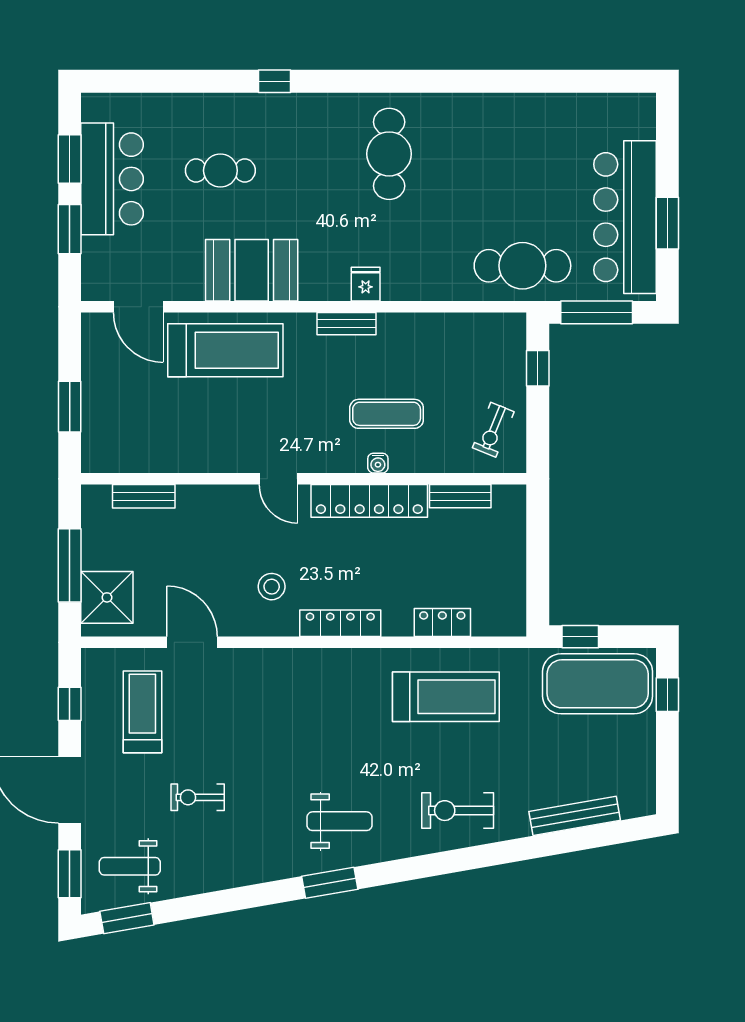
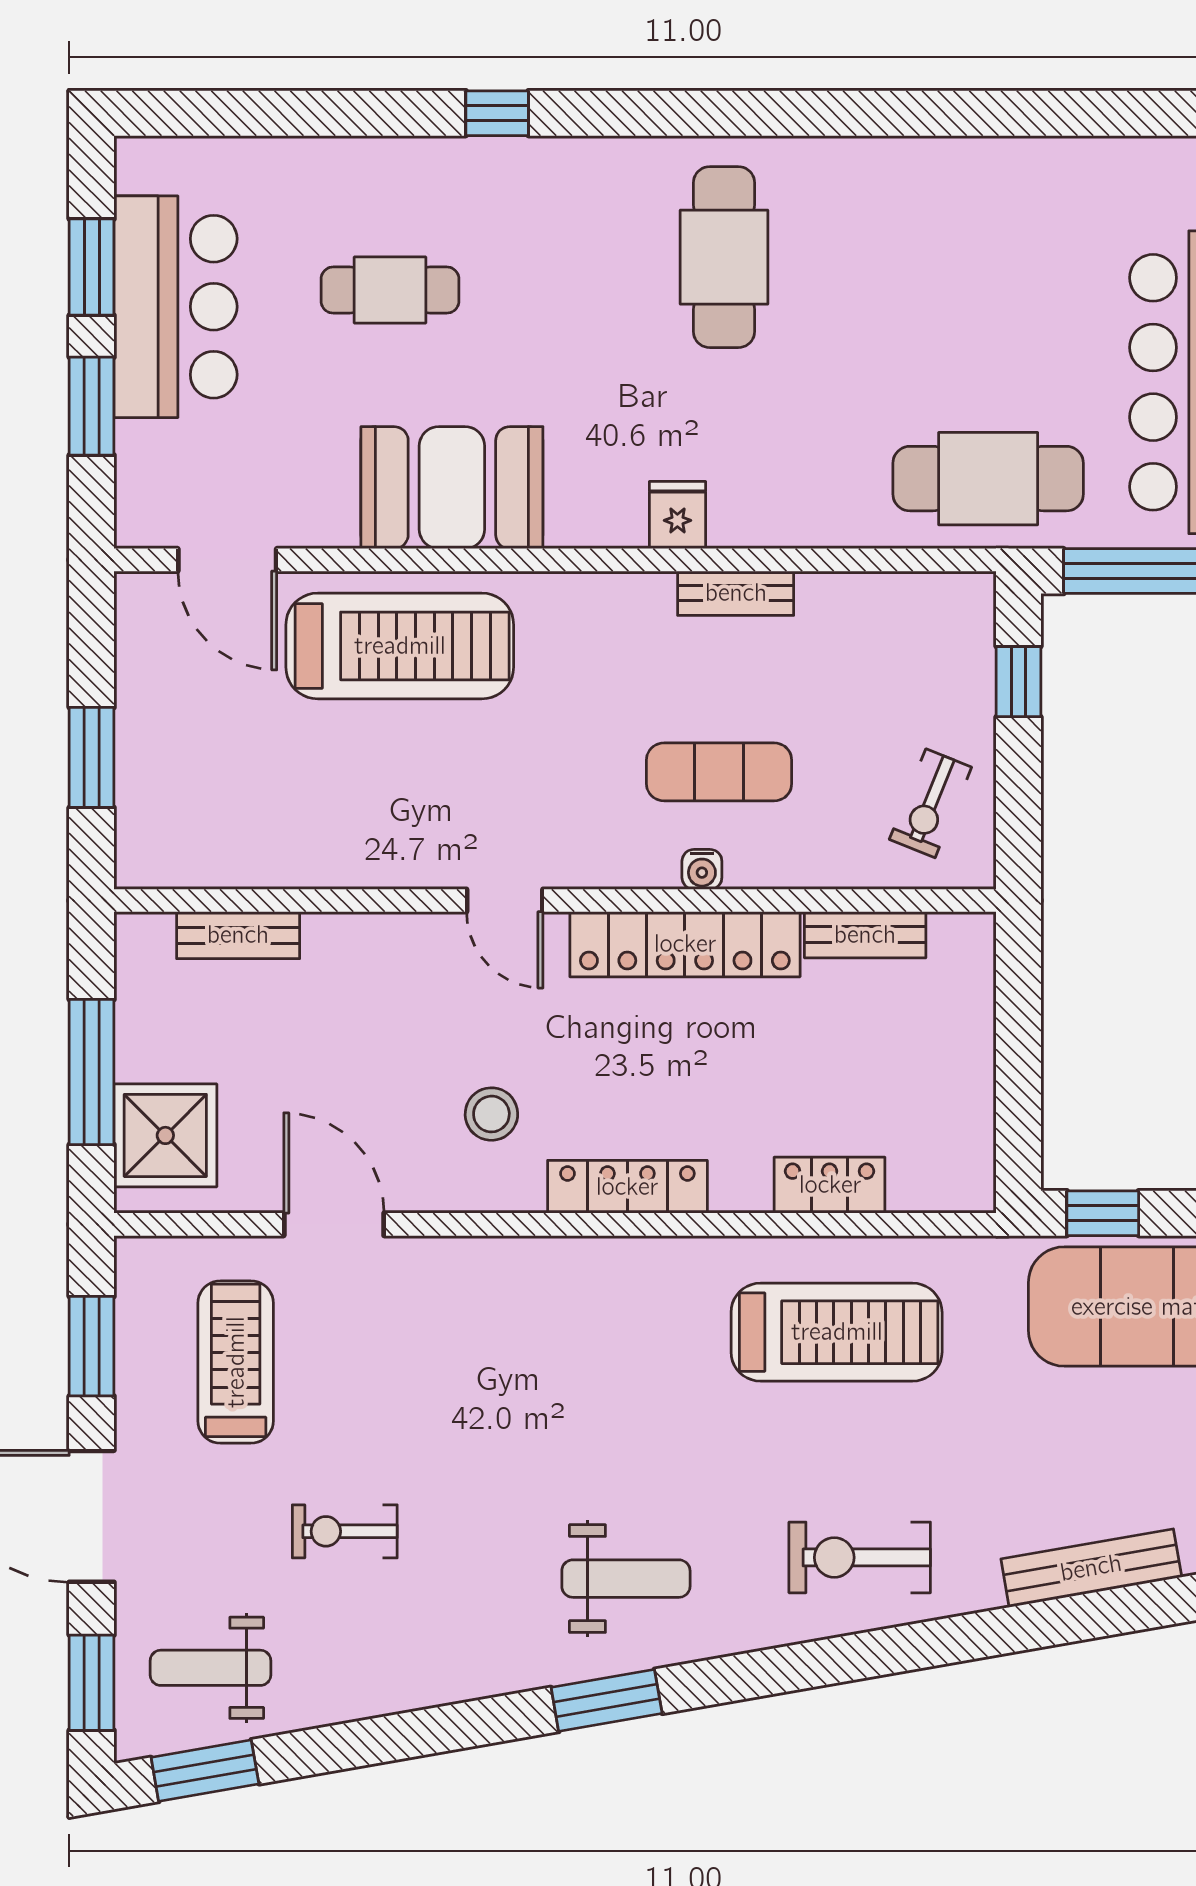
bench: (346, 324) -> (736, 593), moved
window: (70, 704) -> (92, 1346), width x1.50

